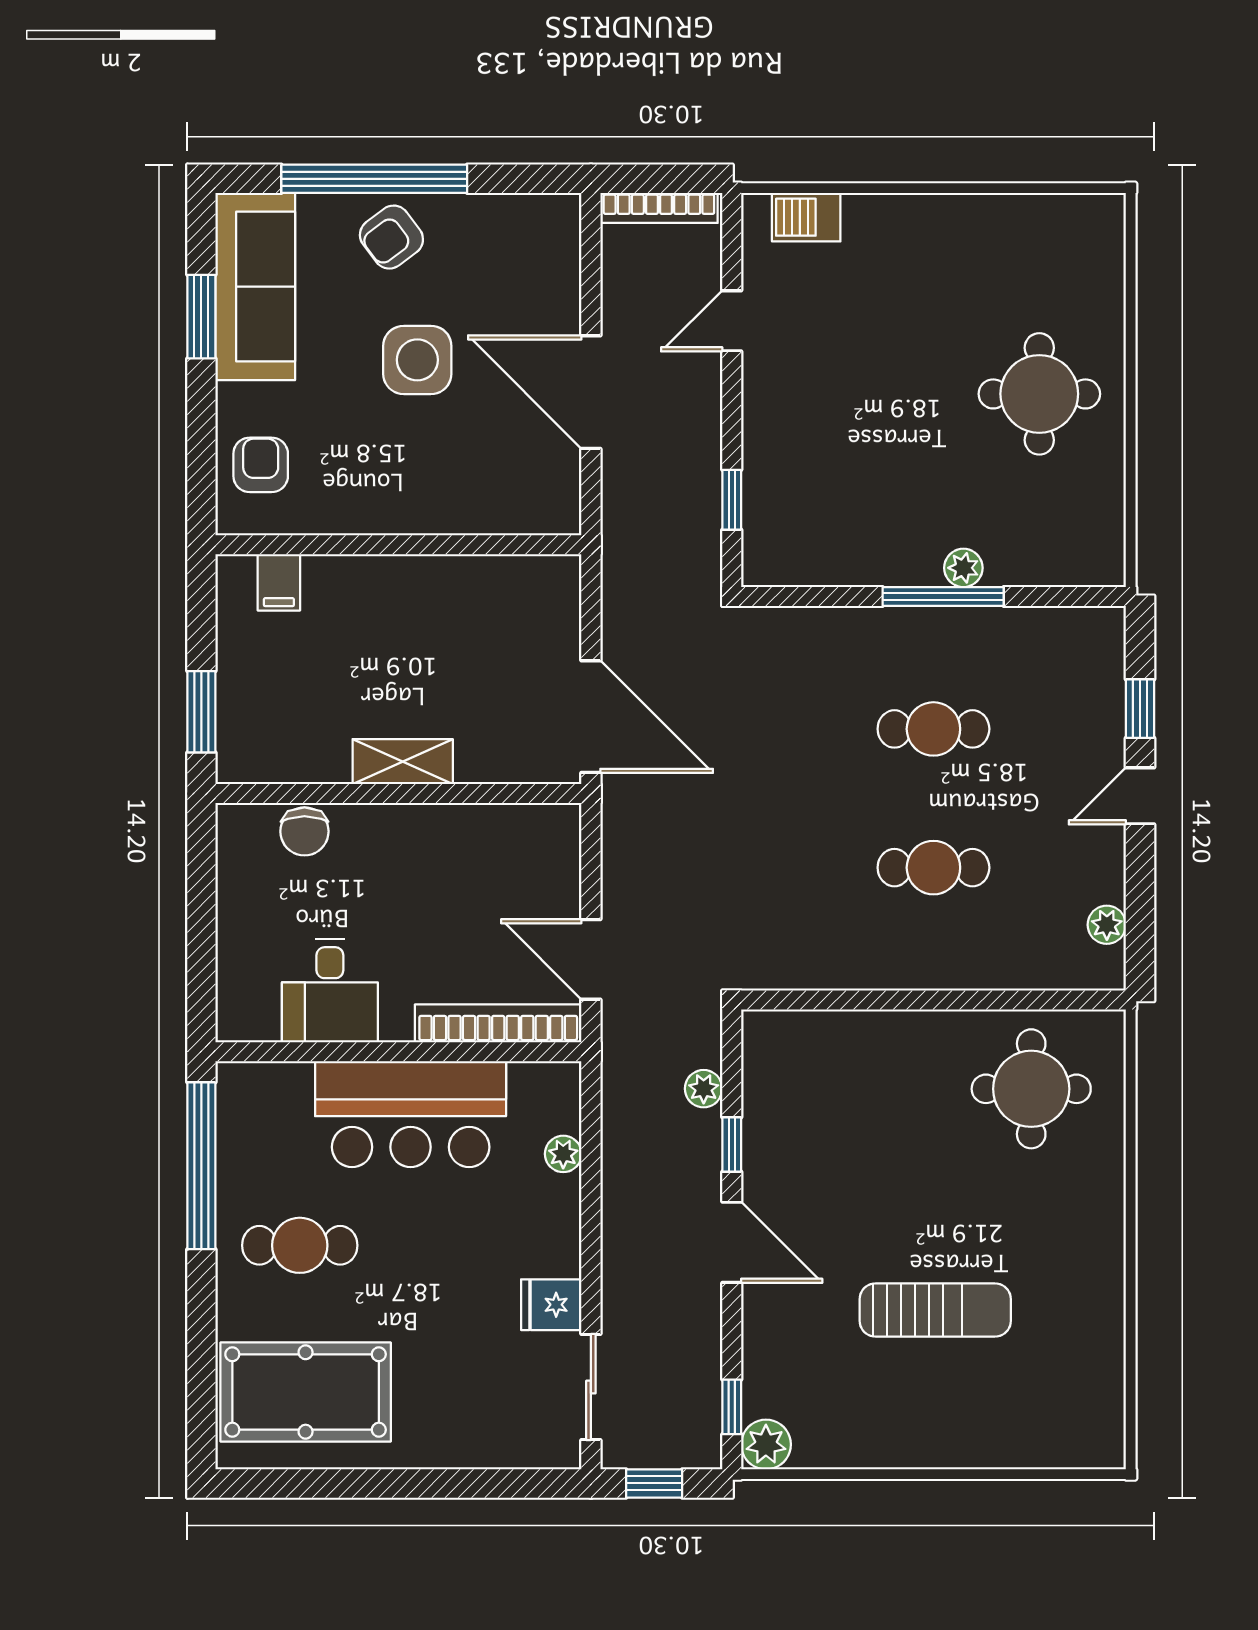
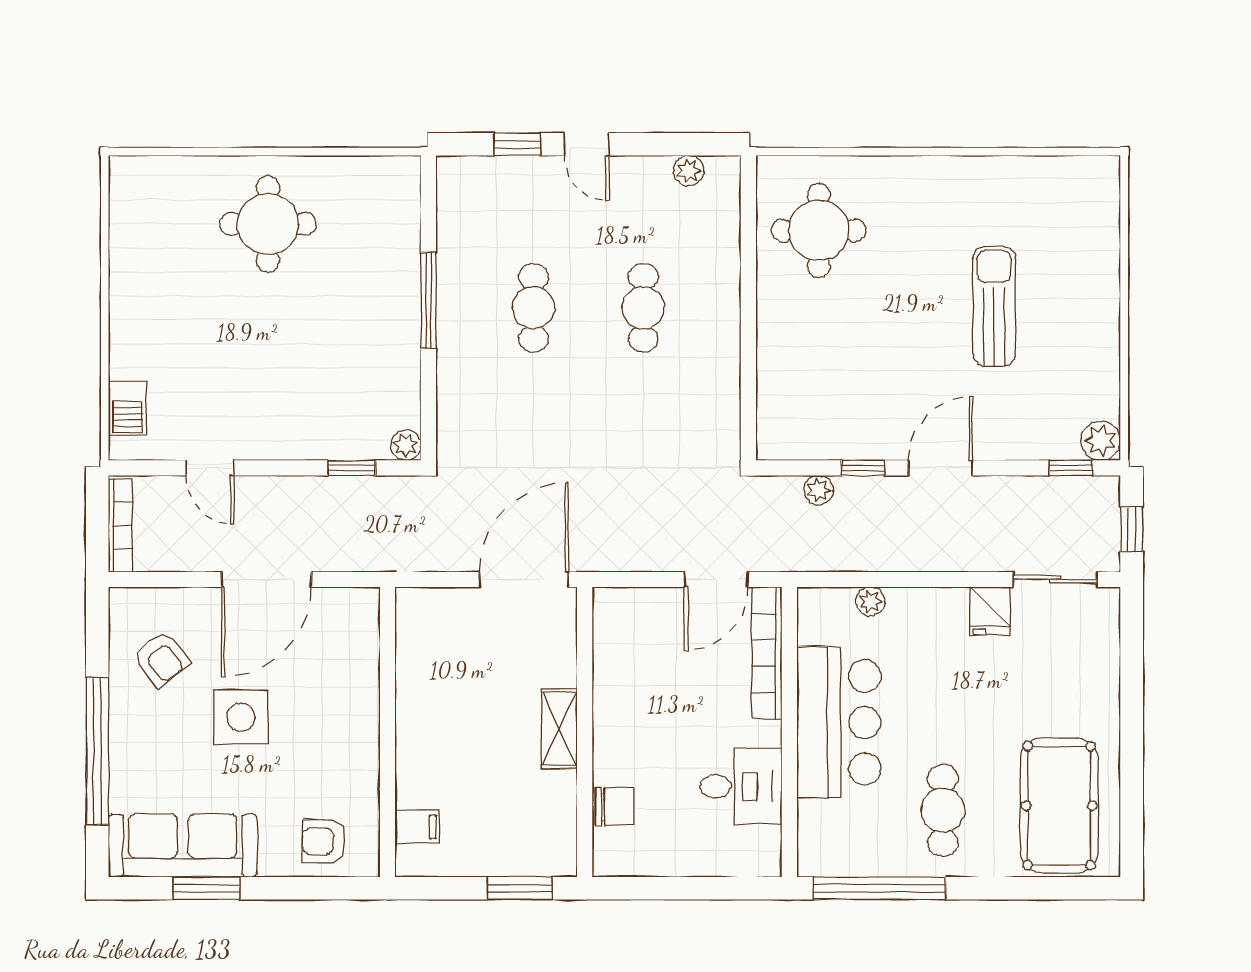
armchair: (391, 237) -> (161, 659), moved
plant: (963, 568) -> (406, 445), moved

